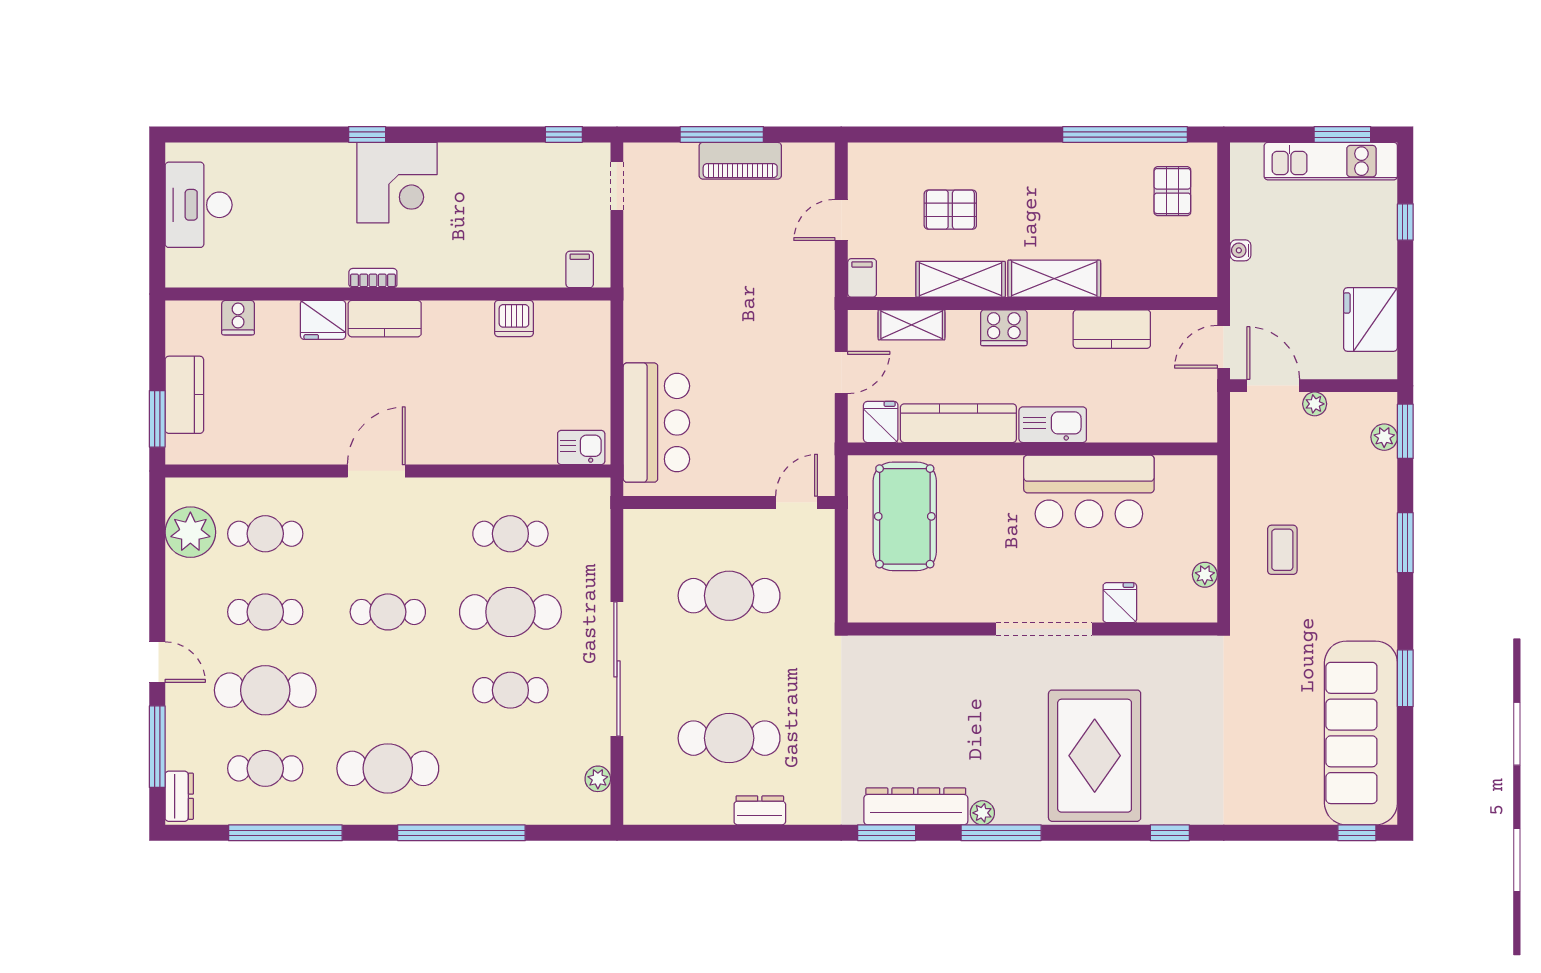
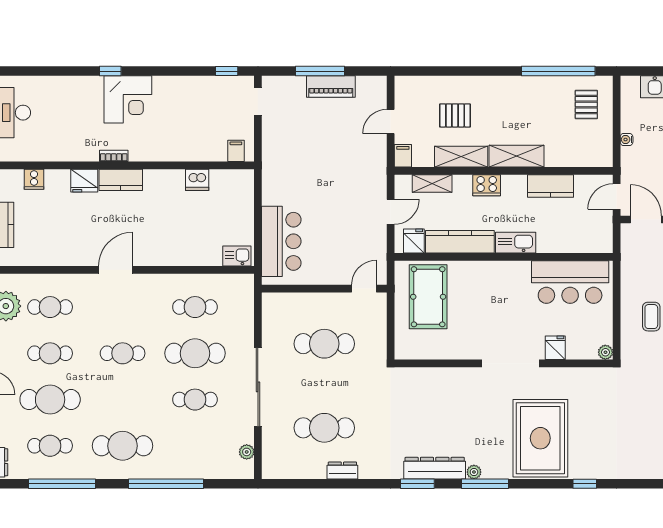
bar counter: (1089, 491) -> (570, 282), moved
plant: (1205, 575) -> (605, 352), moved

